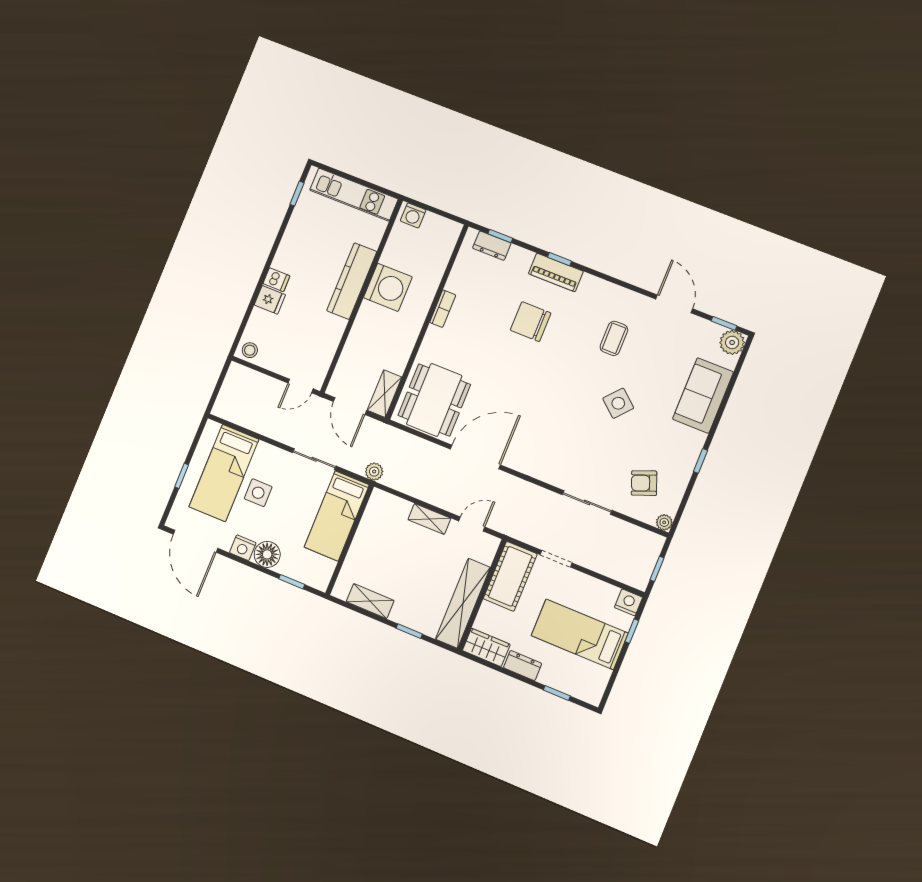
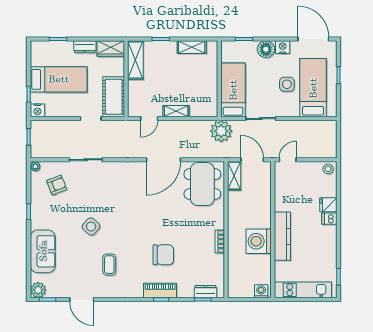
plant: (374, 472) -> (221, 131), width x1.88, depth x1.88
shelving: (463, 603) -> (135, 60), width x0.68

